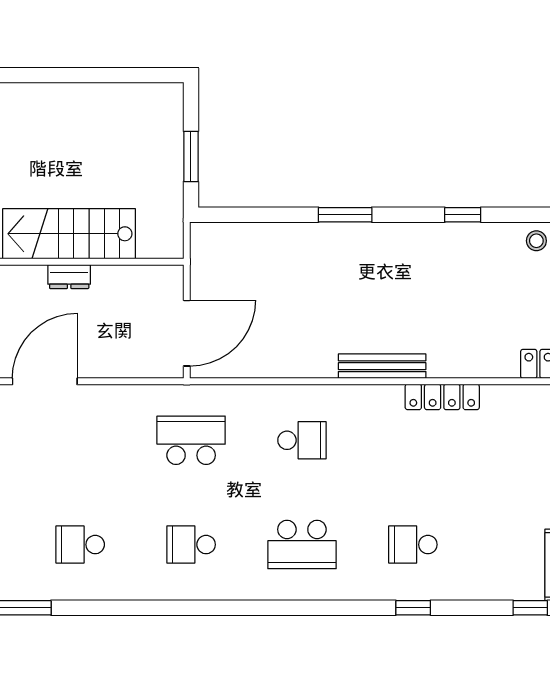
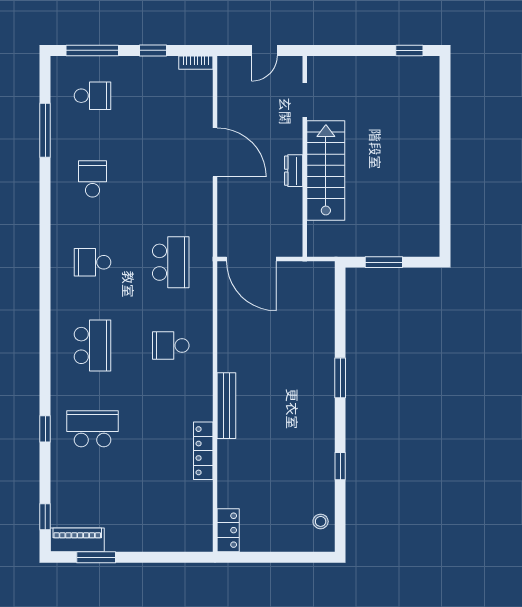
school desk: (302, 440) -> (171, 345), turned 90
school desk: (191, 545) -> (93, 262), turned -90
school desk: (302, 545) -> (93, 345), turned 180
school desk: (413, 545) -> (93, 429), width x1.85

